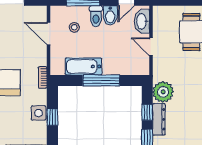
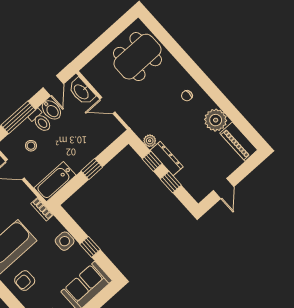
bathtub: (83, 66) -> (55, 182), moved
window: (101, 80) -> (92, 169), width x0.46
plant: (163, 92) -> (150, 141), width x0.53, depth x0.53
window: (52, 117) -> (90, 247), moved

